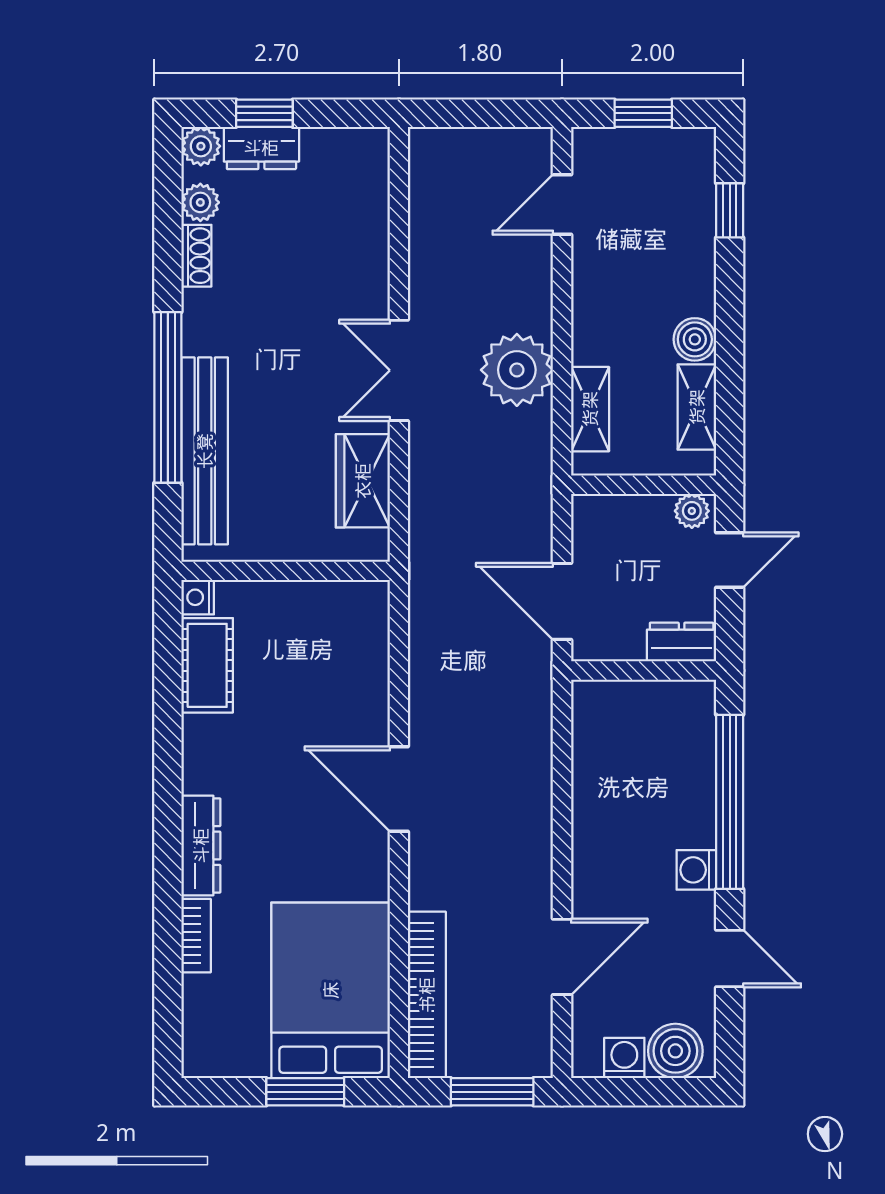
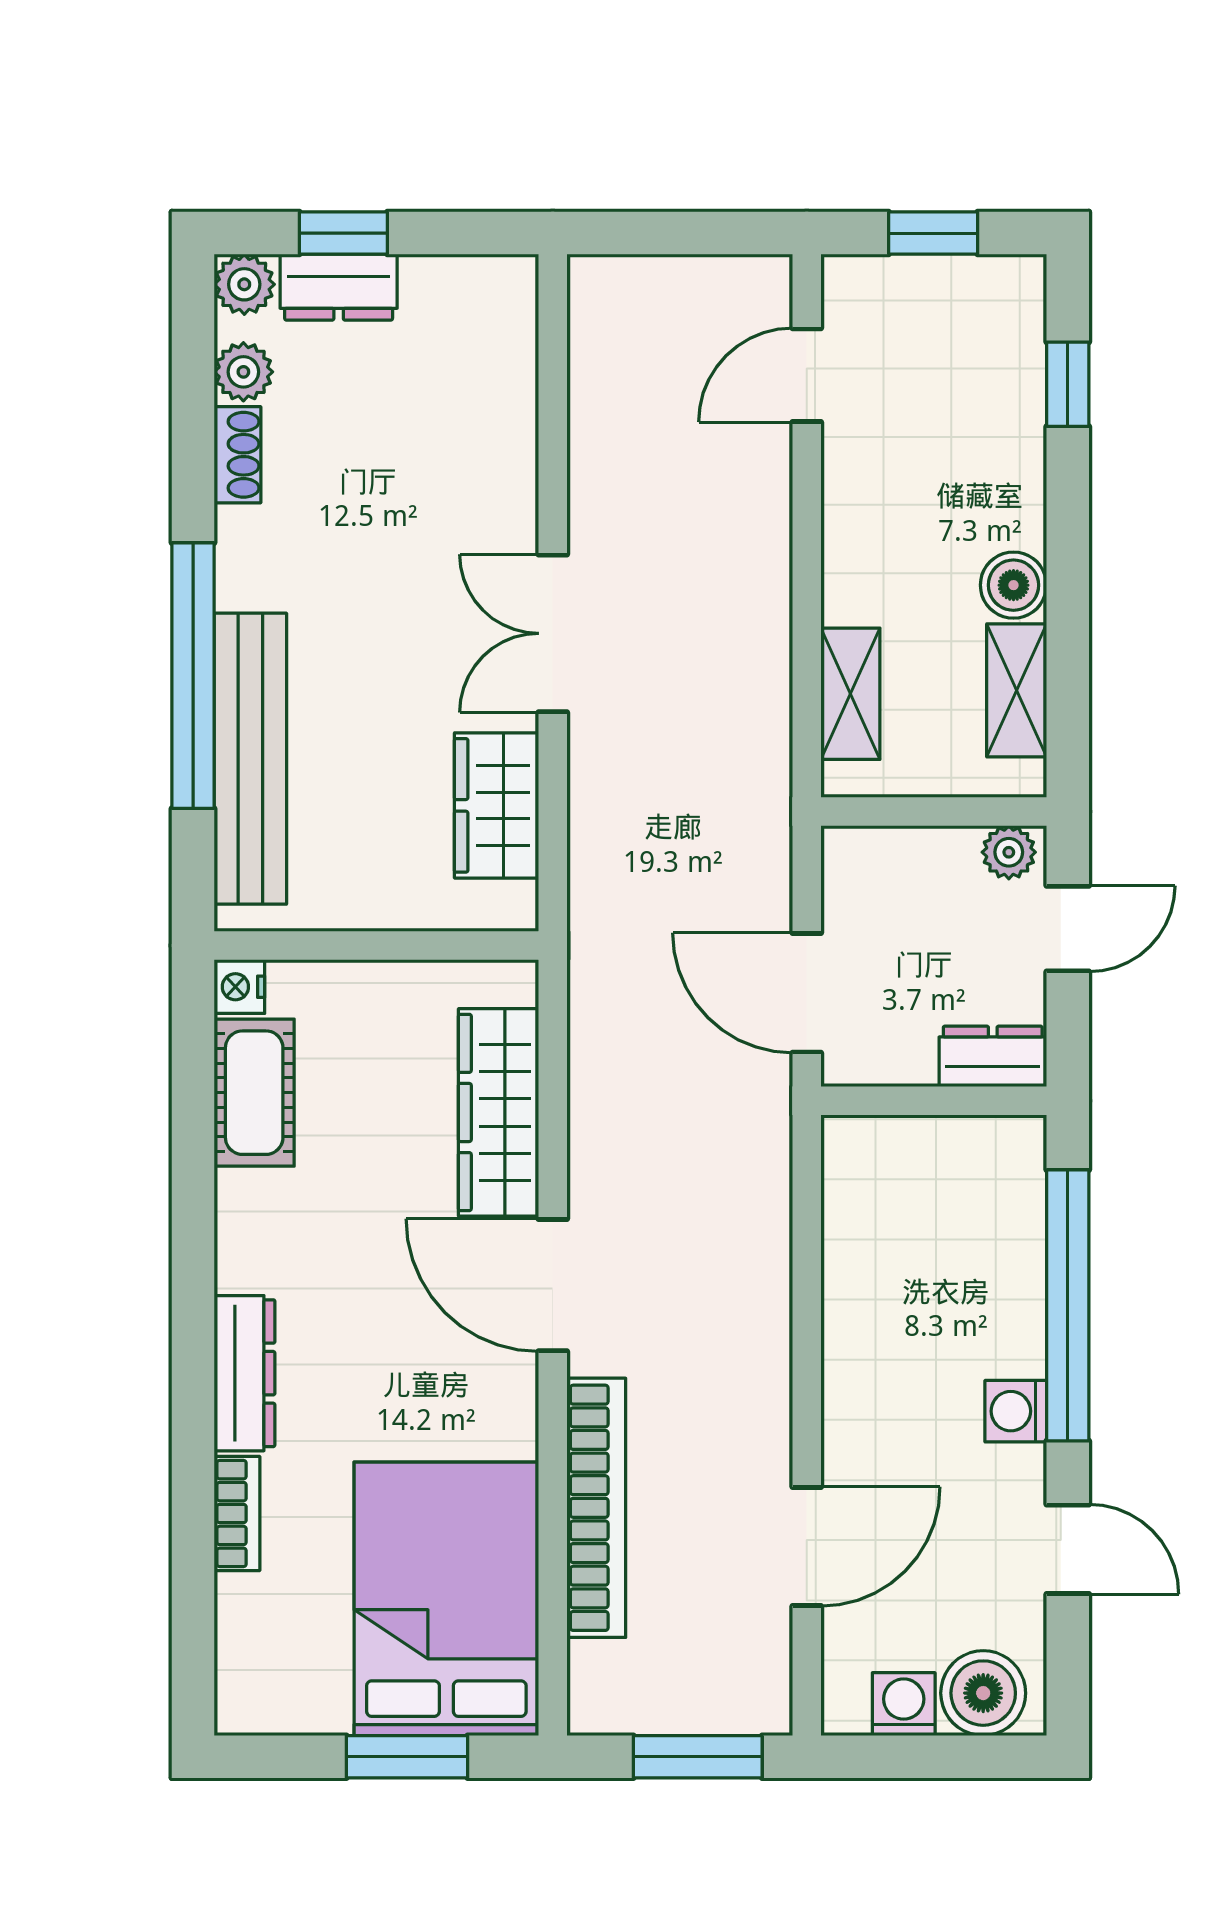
plant: (517, 370) -> (736, 633), removed
wardrobe: (364, 678) -> (499, 1112), added
bookcase: (427, 995) -> (596, 1508), moved

